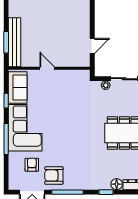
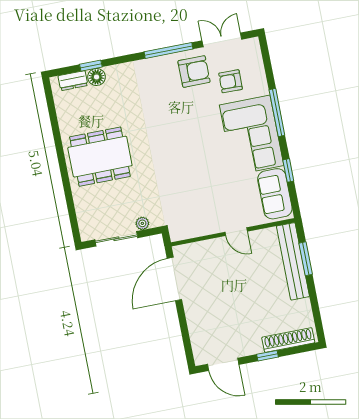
door: (92, 46) -> (174, 279), width x1.87
armchair: (32, 165) -> (231, 81), turned 91
window: (106, 192) -> (91, 66), moved

